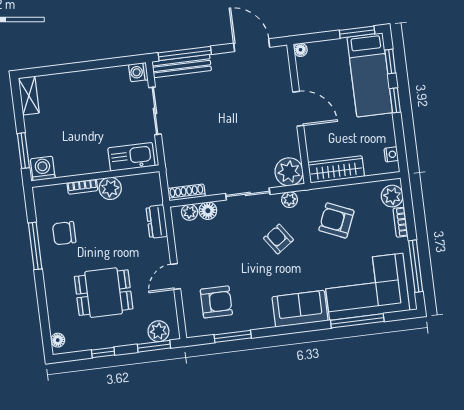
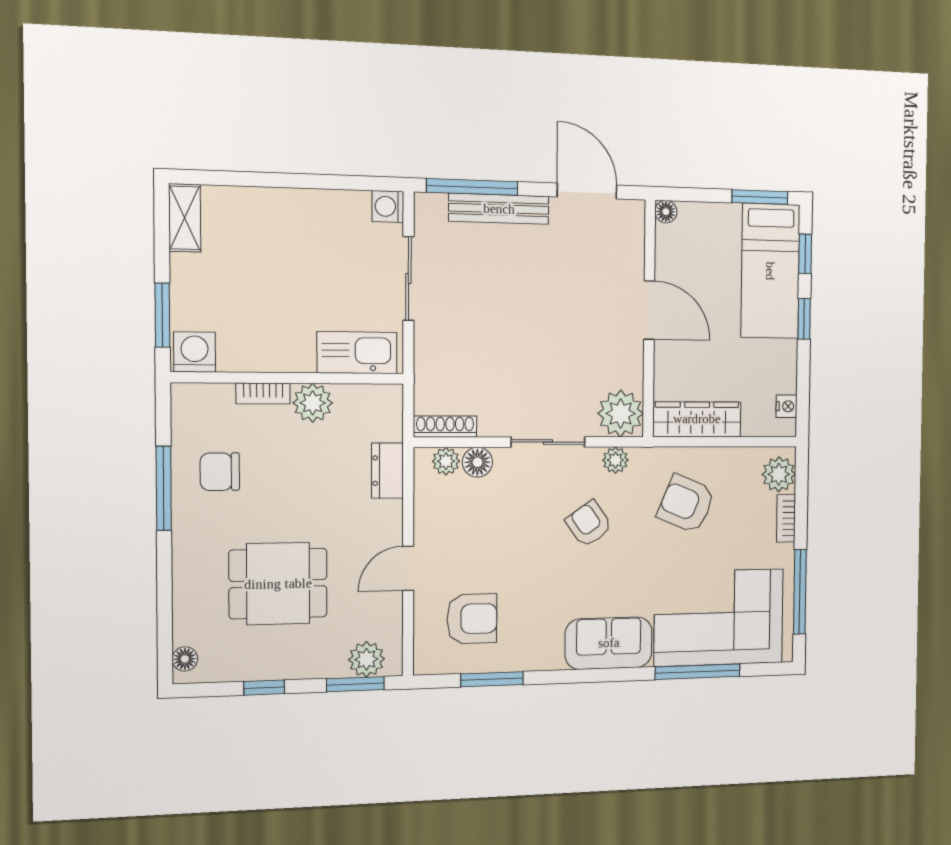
bench: (182, 66) -> (499, 209), moved

